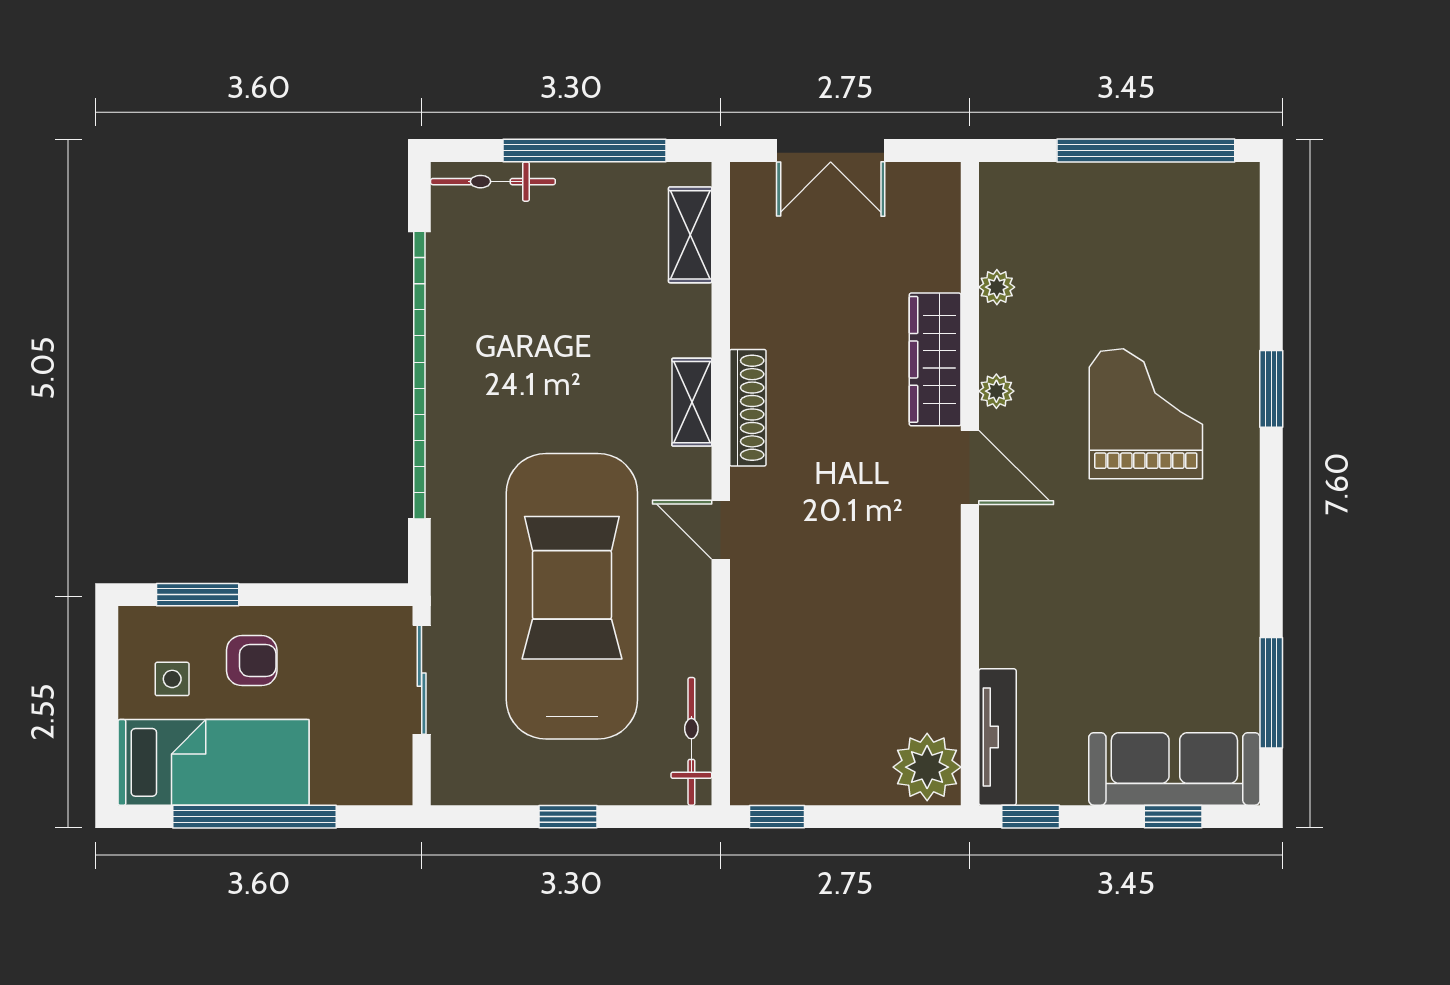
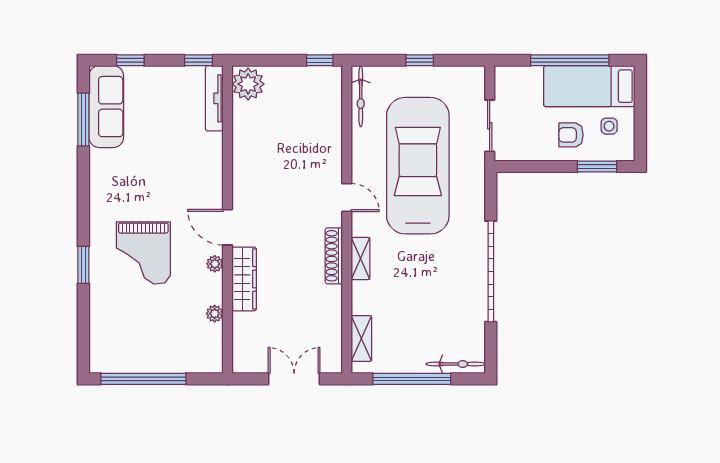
garage door: (419, 375) -> (491, 271), width x0.73
car: (572, 596) -> (418, 166), turned 180
sofa: (1174, 769) -> (106, 107), moved, turned -90

